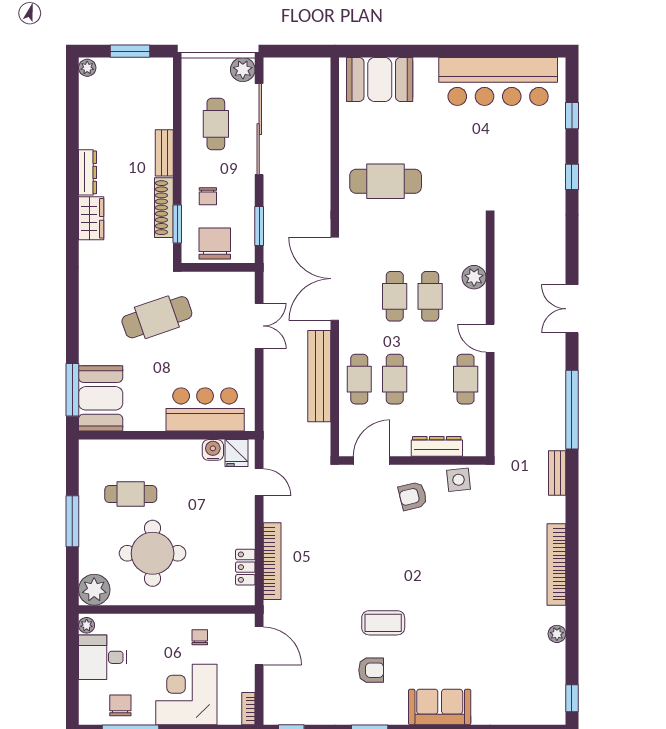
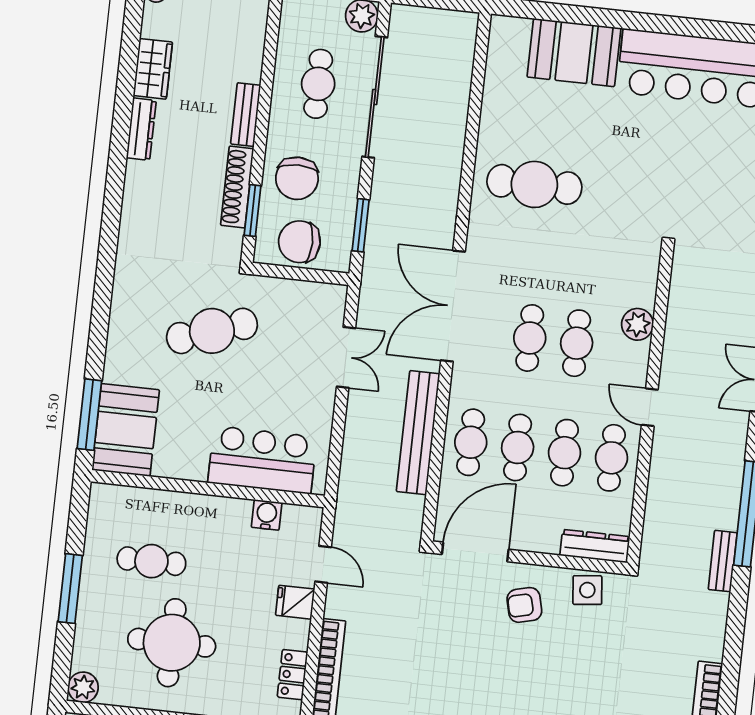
booth: (380, 80) -> (574, 53), moved
chair: (208, 196) -> (297, 178), width x1.87, depth x1.87
wardrobe: (91, 218) -> (153, 69), moved
chair: (215, 243) -> (299, 242), turned -90
cafe table: (430, 379) -> (565, 453), added
dresser: (437, 446) -> (595, 546), moved
fridge: (236, 453) -> (295, 602), moved, turned 90
door: (372, 460) -> (475, 552), width x1.36
bench: (557, 473) -> (723, 561), moved
plant: (94, 590) -> (83, 687), width x0.73, depth x0.73

